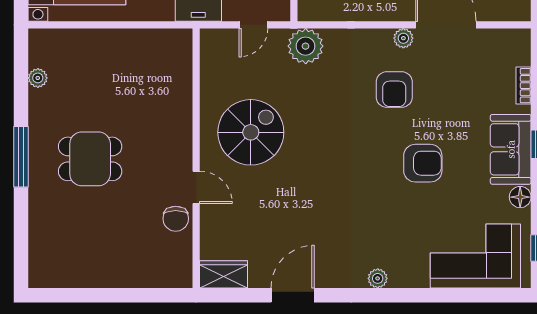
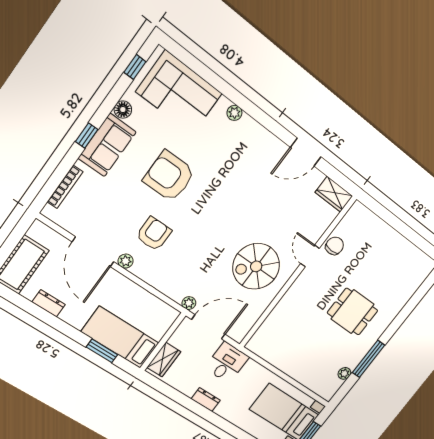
door: (253, 25) -> (208, 327), width x1.87
plant: (306, 46) -> (189, 303), width x0.53, depth x0.53
bookcase: (523, 86) -> (65, 187), width x1.56
window: (21, 157) -> (368, 359), moved
armchair: (423, 163) -> (169, 176), width x1.36, depth x1.36
plant: (378, 278) -> (234, 113), moved

